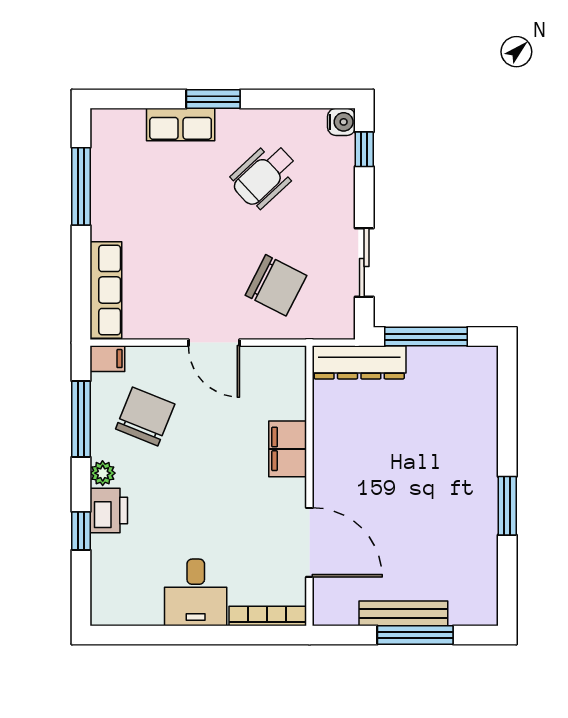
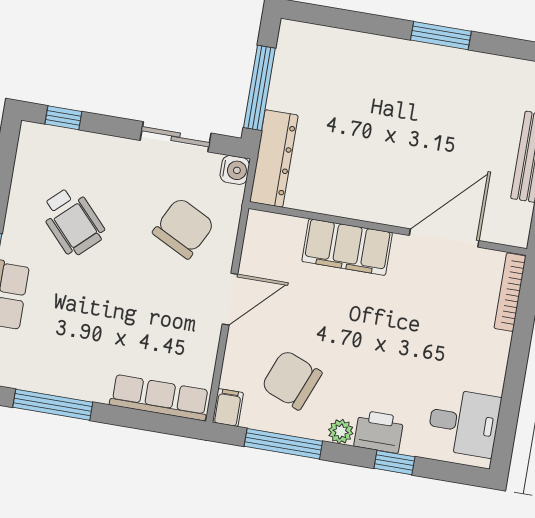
water cooler: (341, 122) -> (235, 170), moved, turned 90
filing cabinet: (288, 449) -> (347, 247), width x1.50, depth x1.17
desk: (196, 592) -> (464, 423), moved

